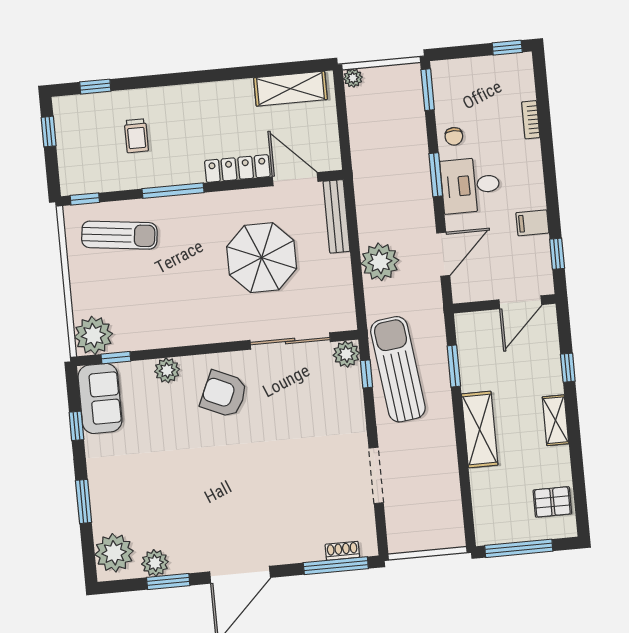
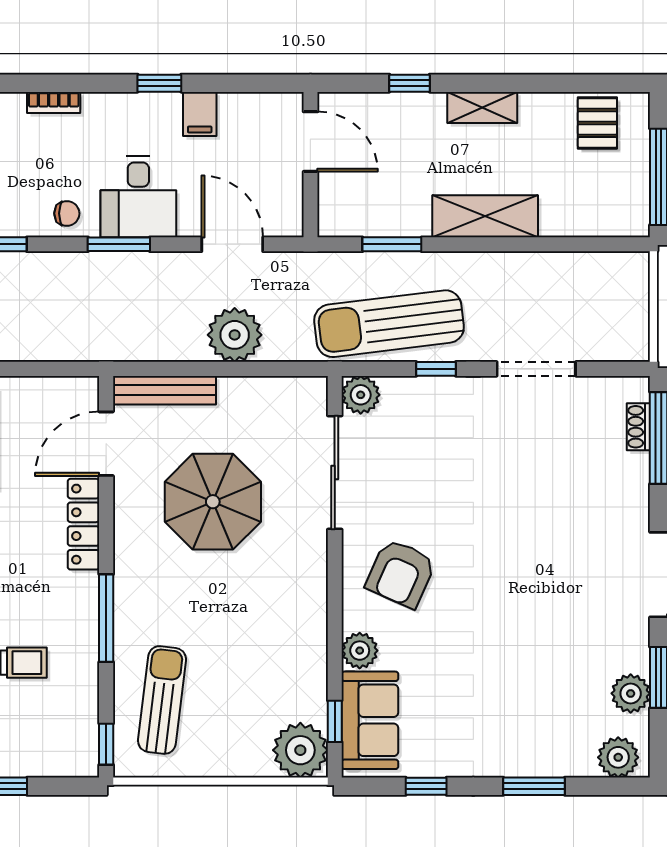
window: (557, 254) -> (159, 83), moved
window: (366, 374) -> (436, 369), moved
sofa: (100, 399) -> (370, 720), moved, turned 90
plant: (114, 553) -> (618, 757), width x0.73, depth x0.73

